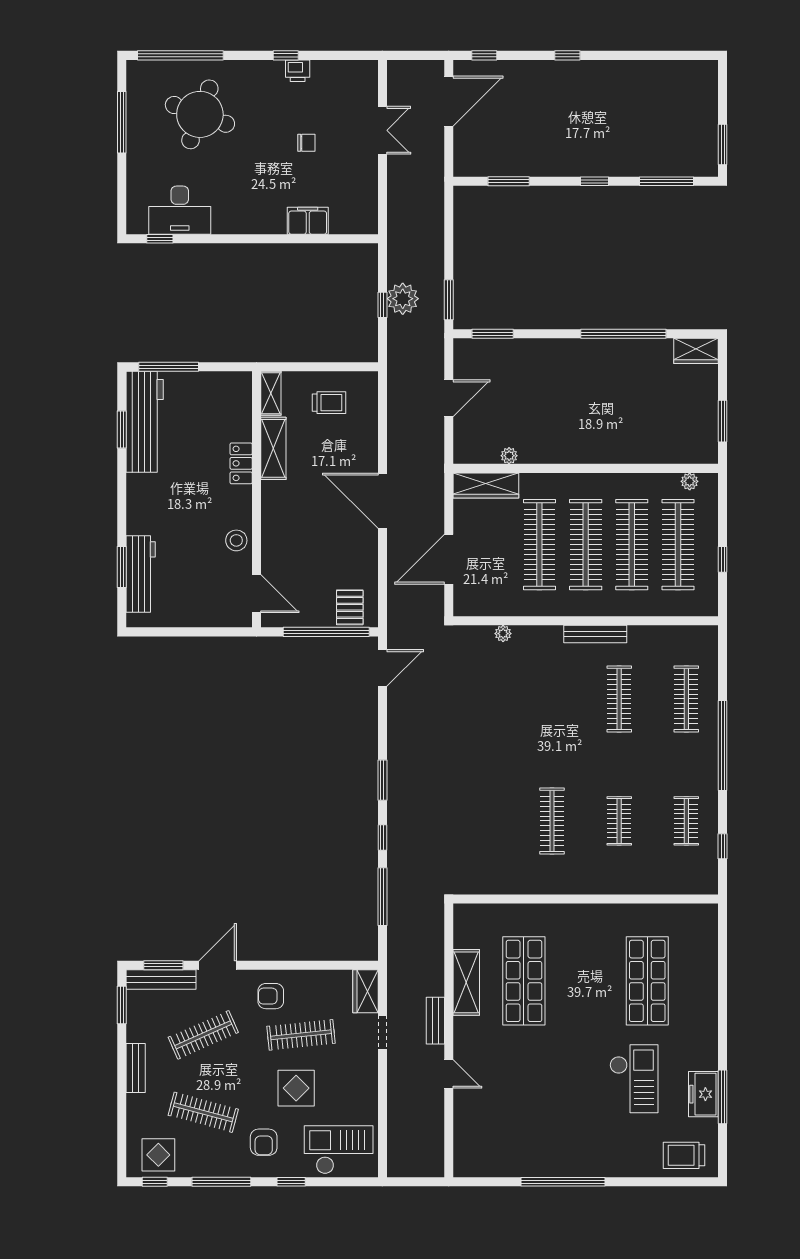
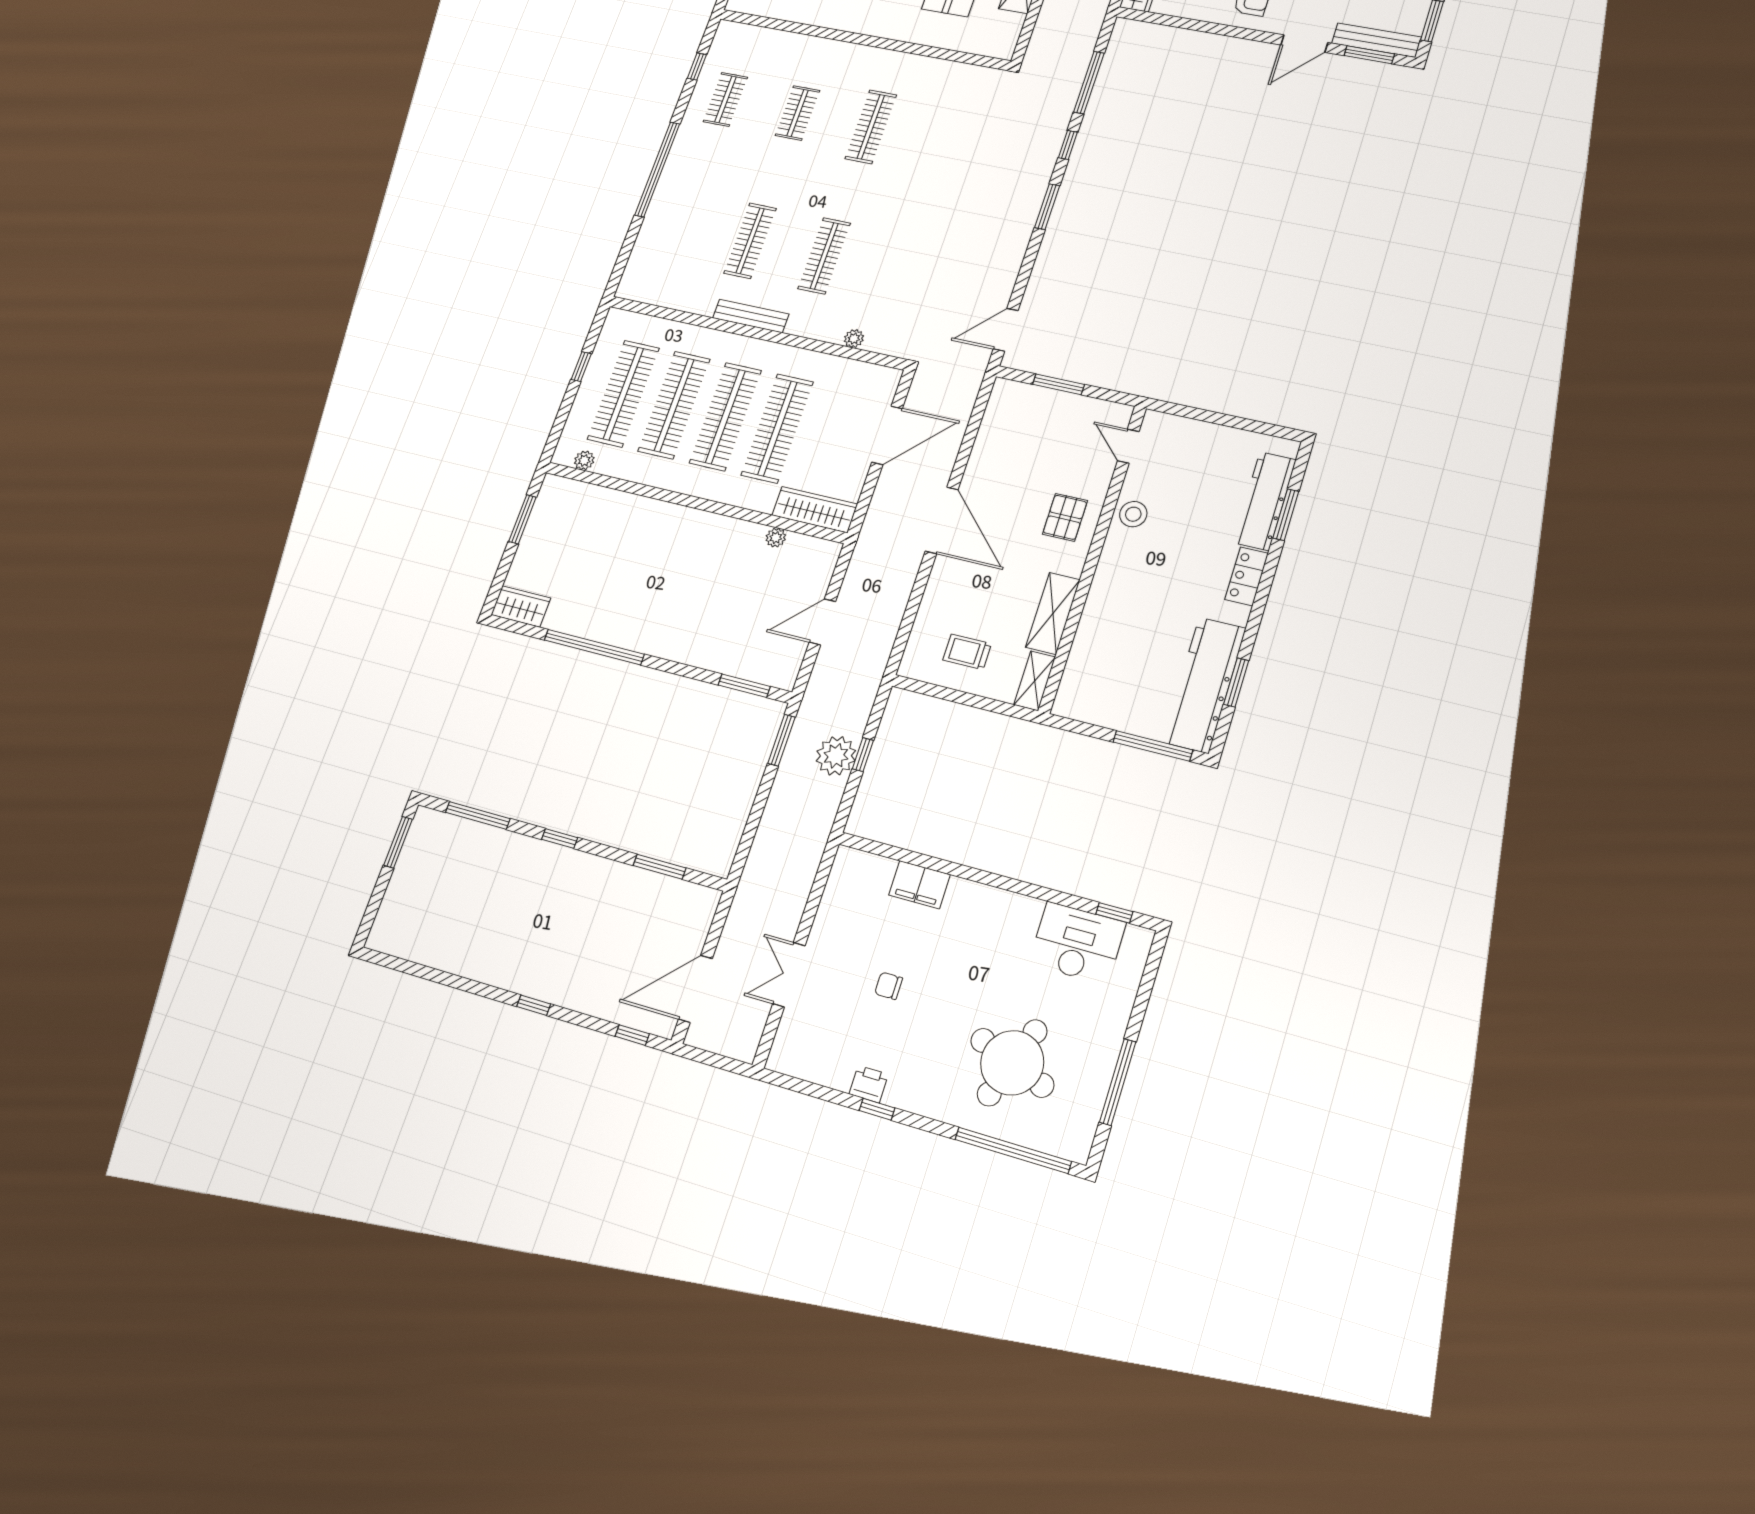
locker: (241, 463) -> (1247, 576), moved, turned 180
door: (257, 594) -> (1128, 446), width x0.73
pallet: (350, 607) -> (1065, 517), moved
window: (326, 632) -> (1059, 384), width x0.47
clothes rail: (686, 699) -> (824, 256), moved

